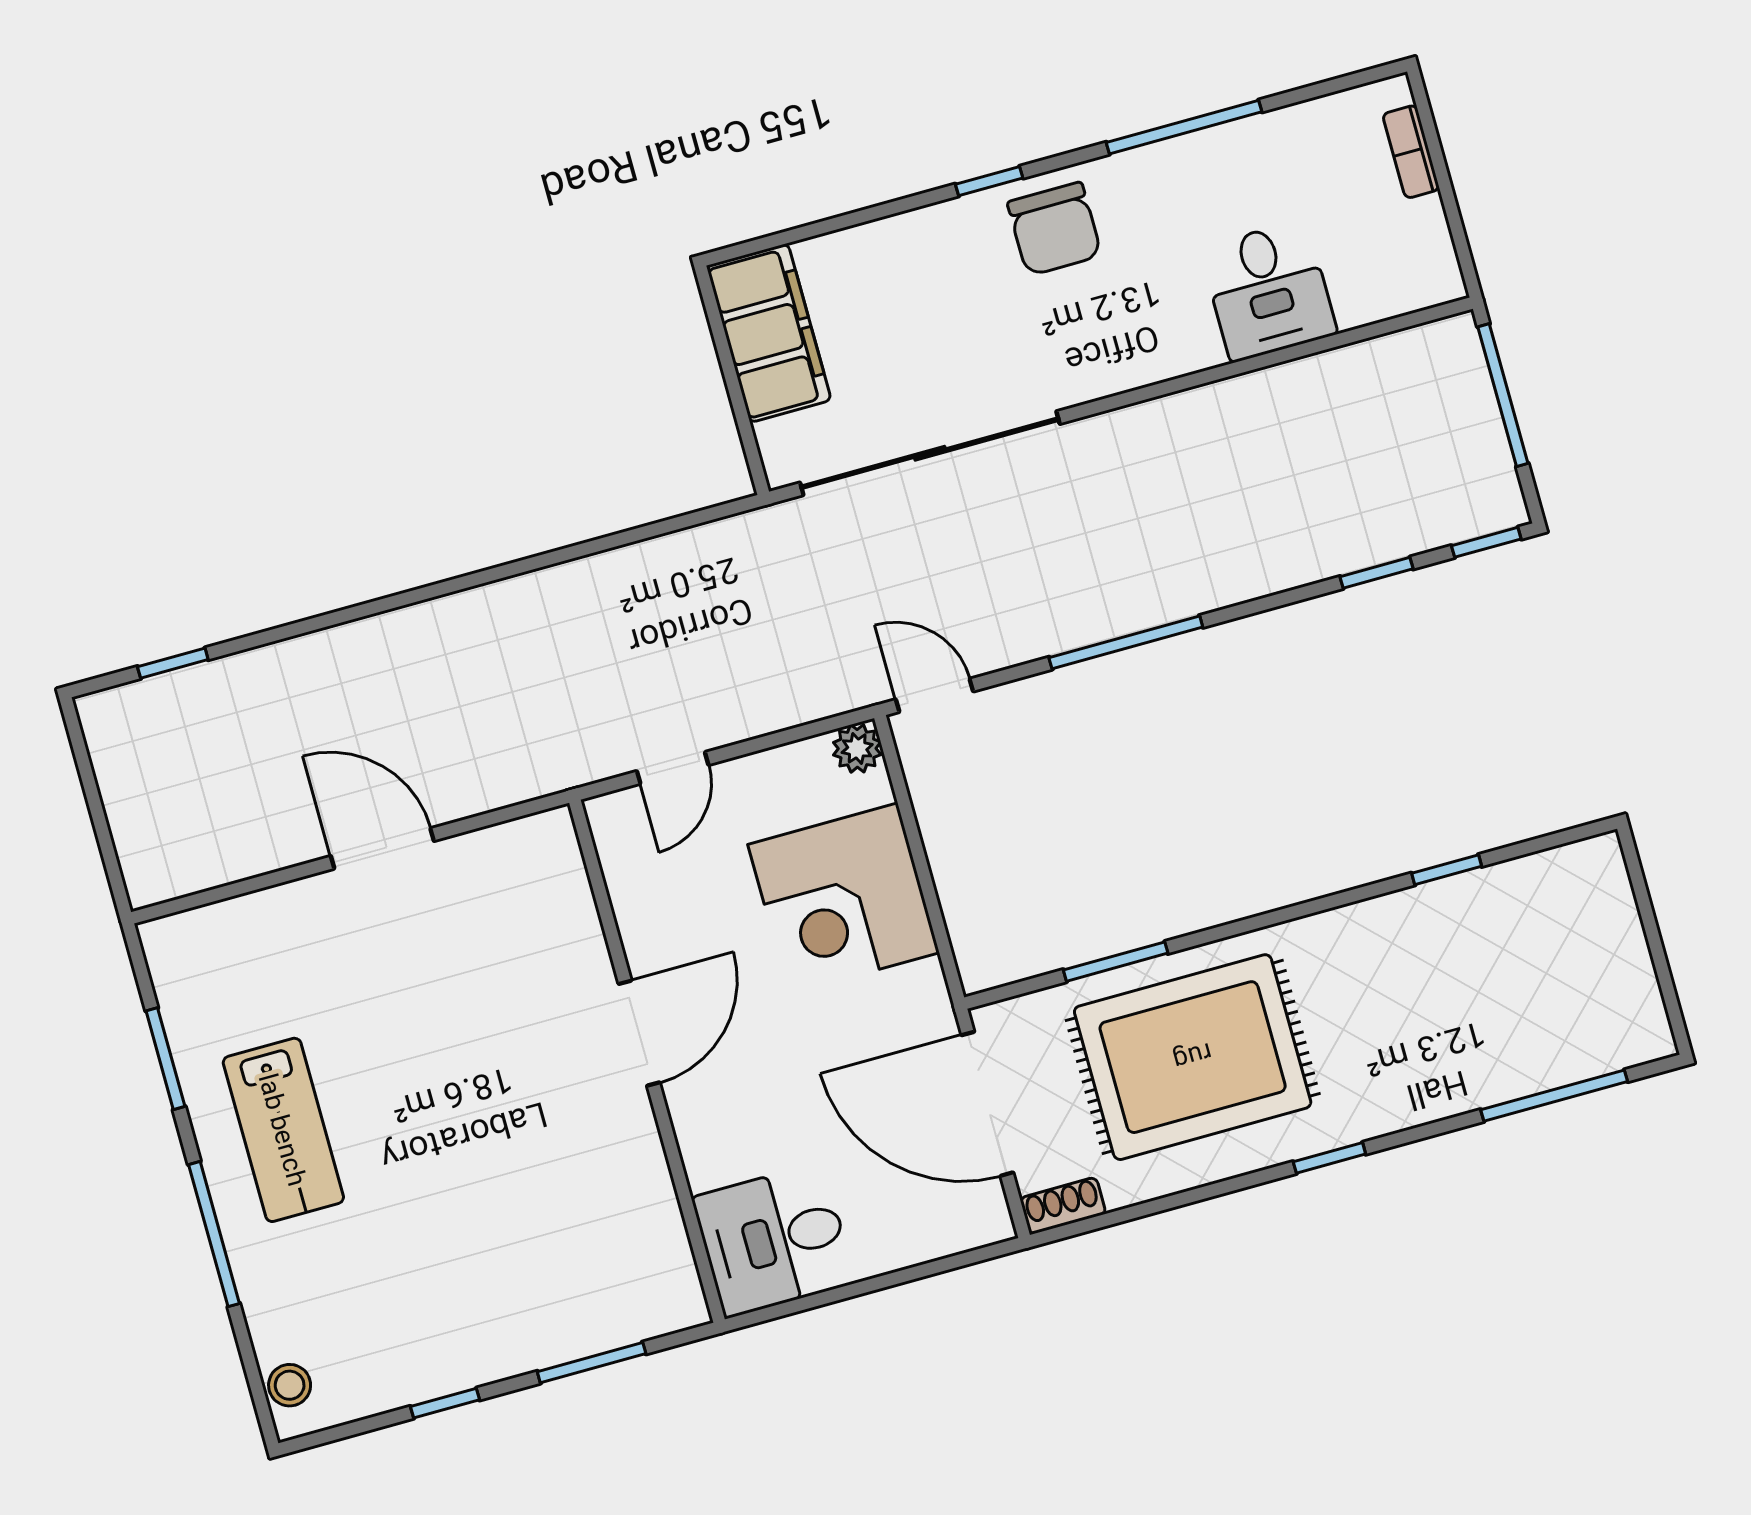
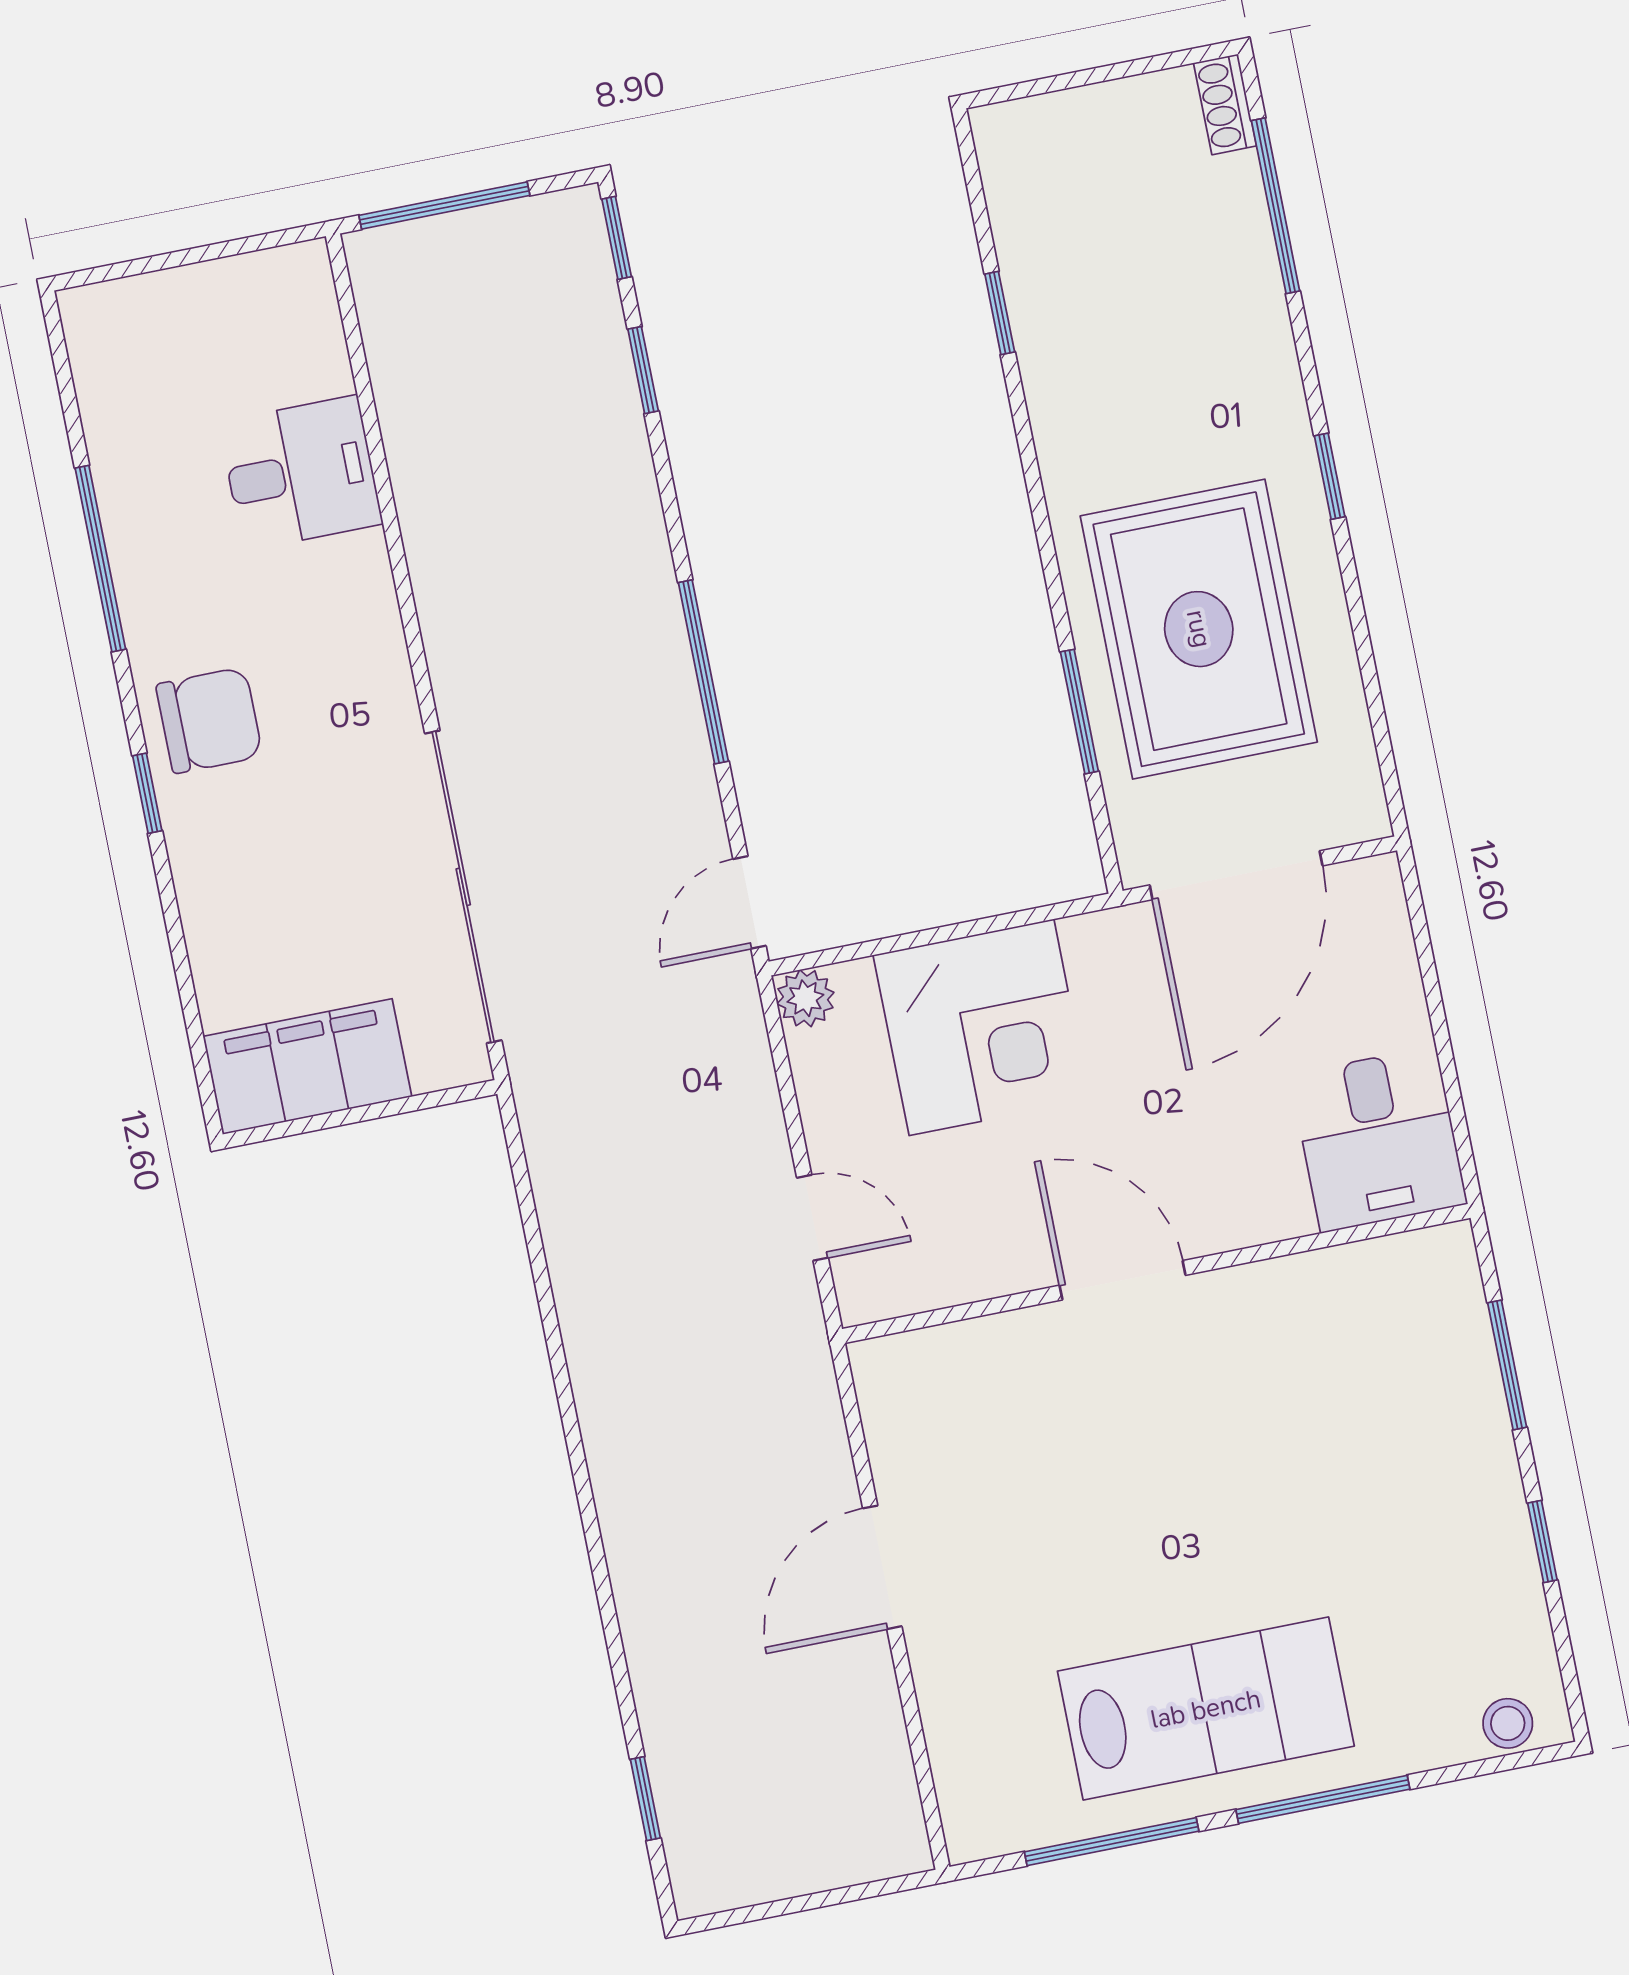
bookcase: (1411, 152) -> (149, 293), removed
window: (165, 1059) -> (1112, 1842), width x1.44
lab bench: (283, 1130) -> (1206, 1709), width x1.36, depth x1.39
shoe rack: (1063, 1206) -> (1225, 104), moved

